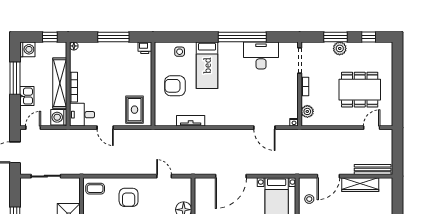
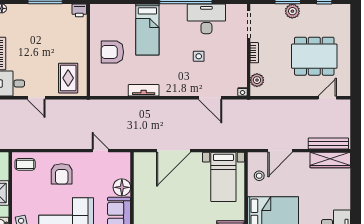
side table: (180, 52) -> (199, 56), moved
tv unit: (191, 121) -> (144, 90), moved
wardrobe: (360, 185) -> (330, 160), moved

